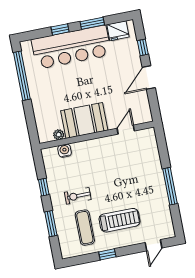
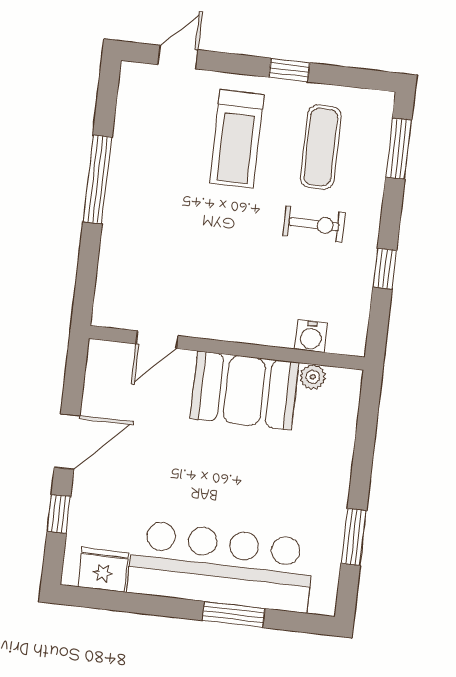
window: (92, 23) -> (156, 606), removed
window: (60, 29) -> (234, 615), width x1.50
window: (22, 76) -> (354, 537), width x0.47
treadmill: (120, 220) -> (237, 139), turned -90
window: (51, 224) -> (399, 149), moved

